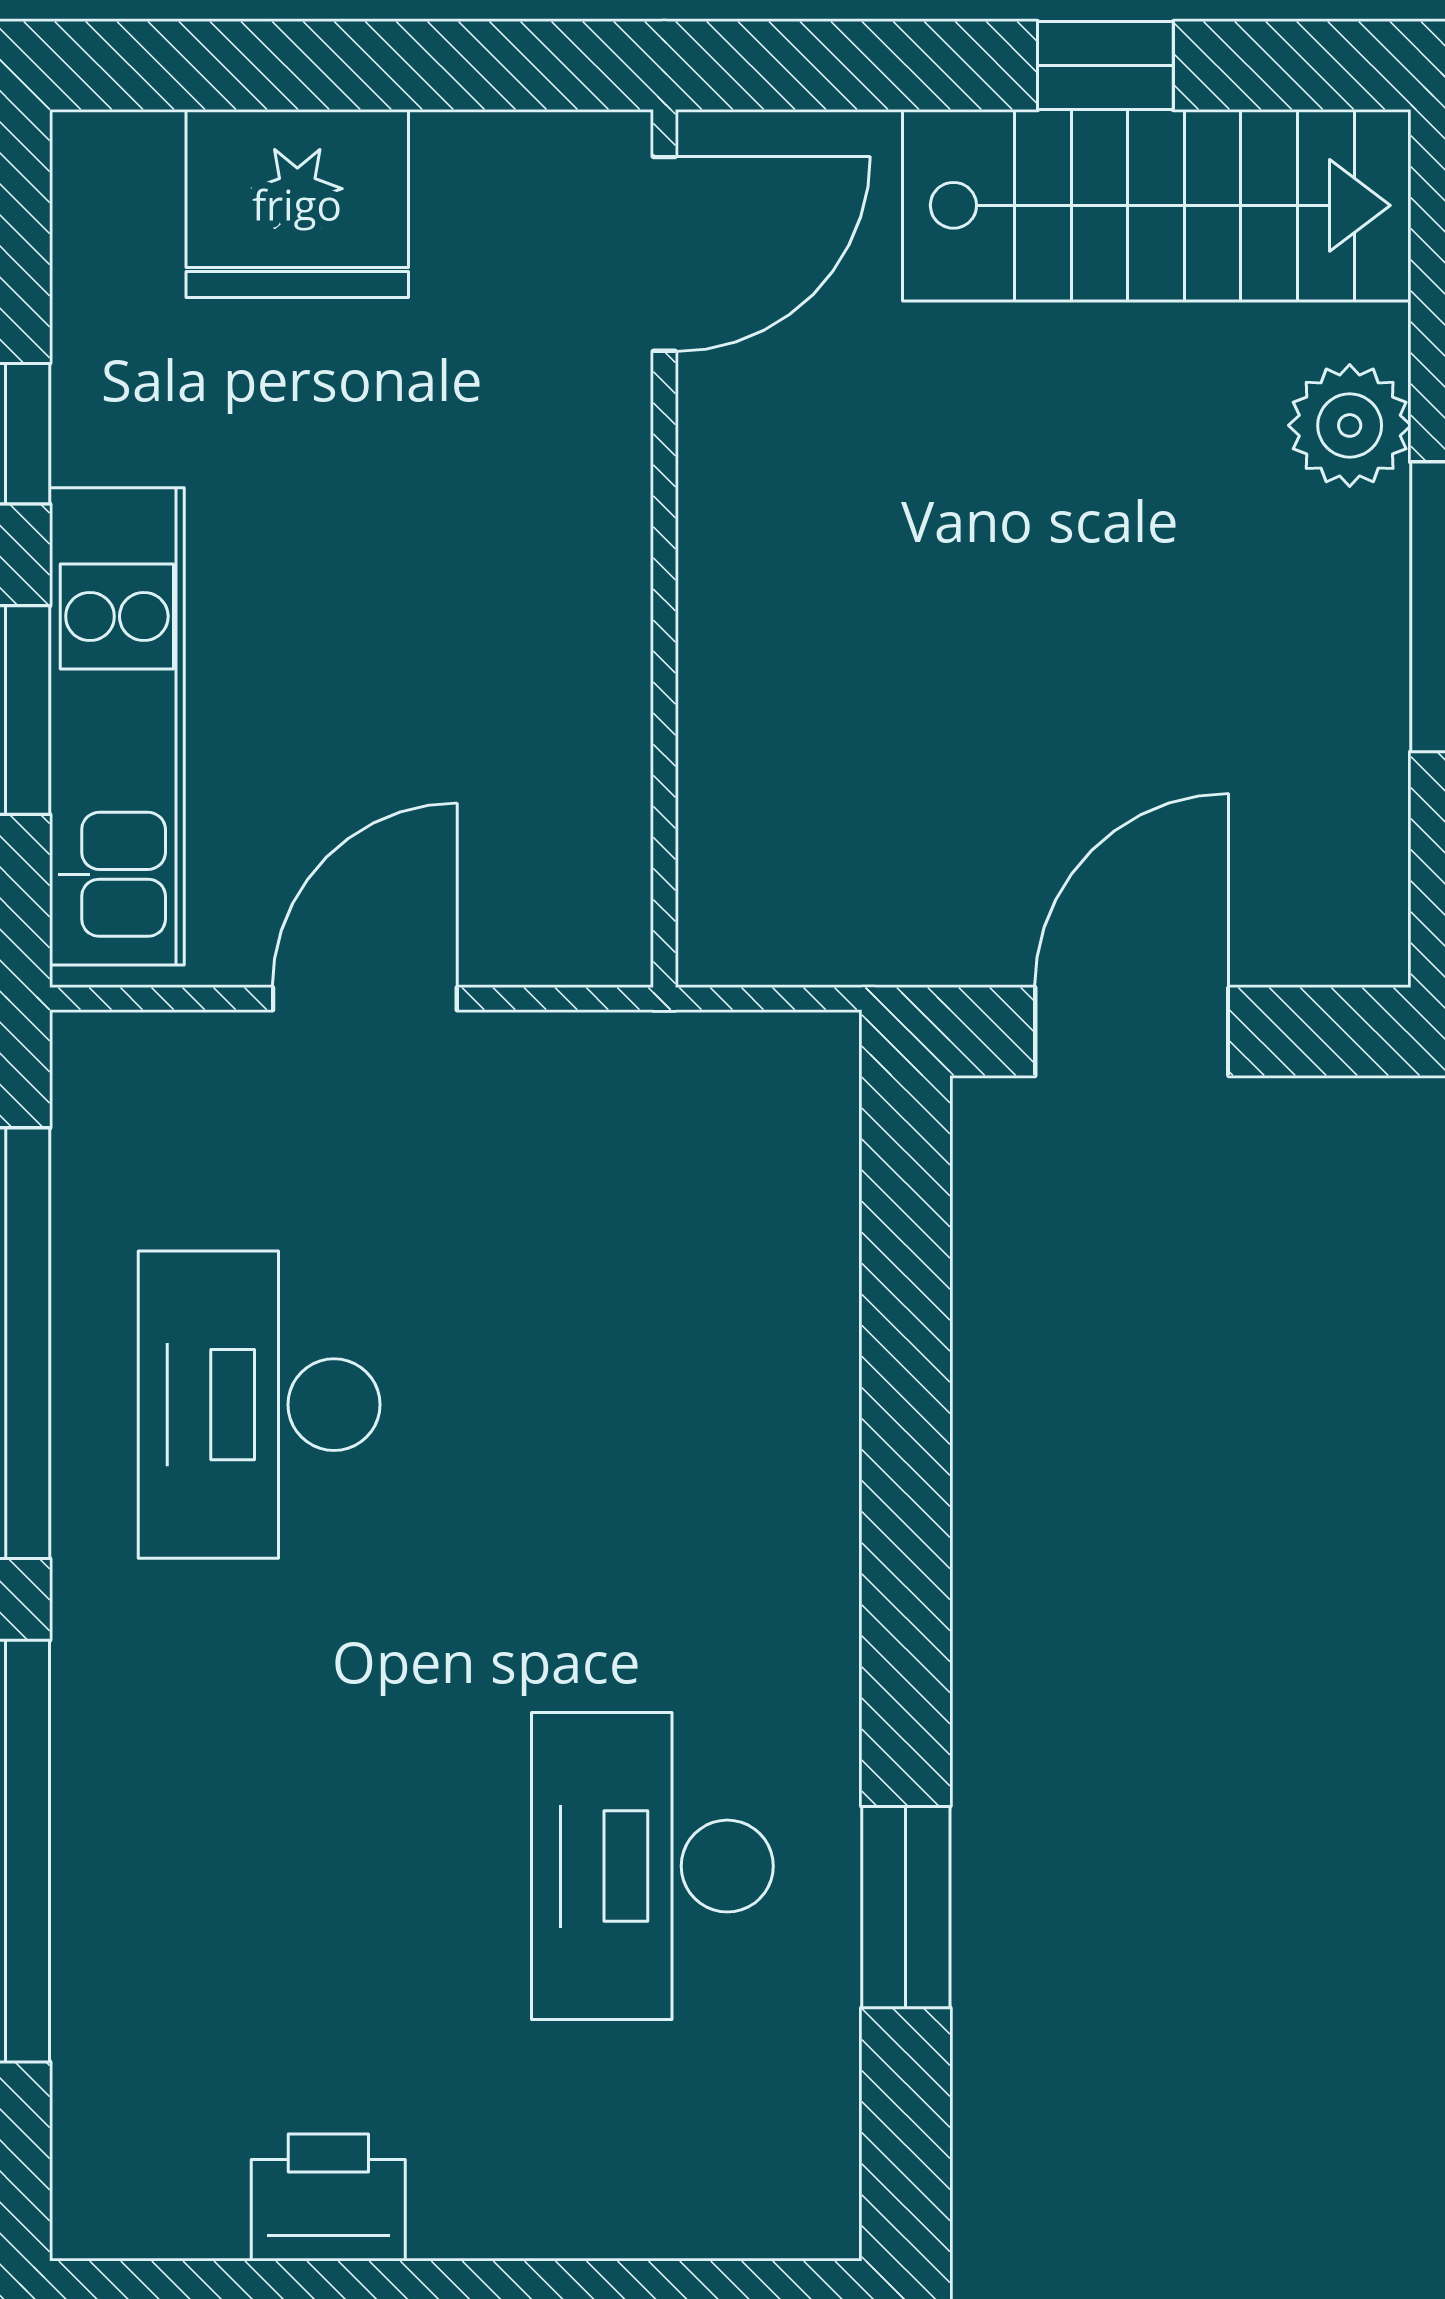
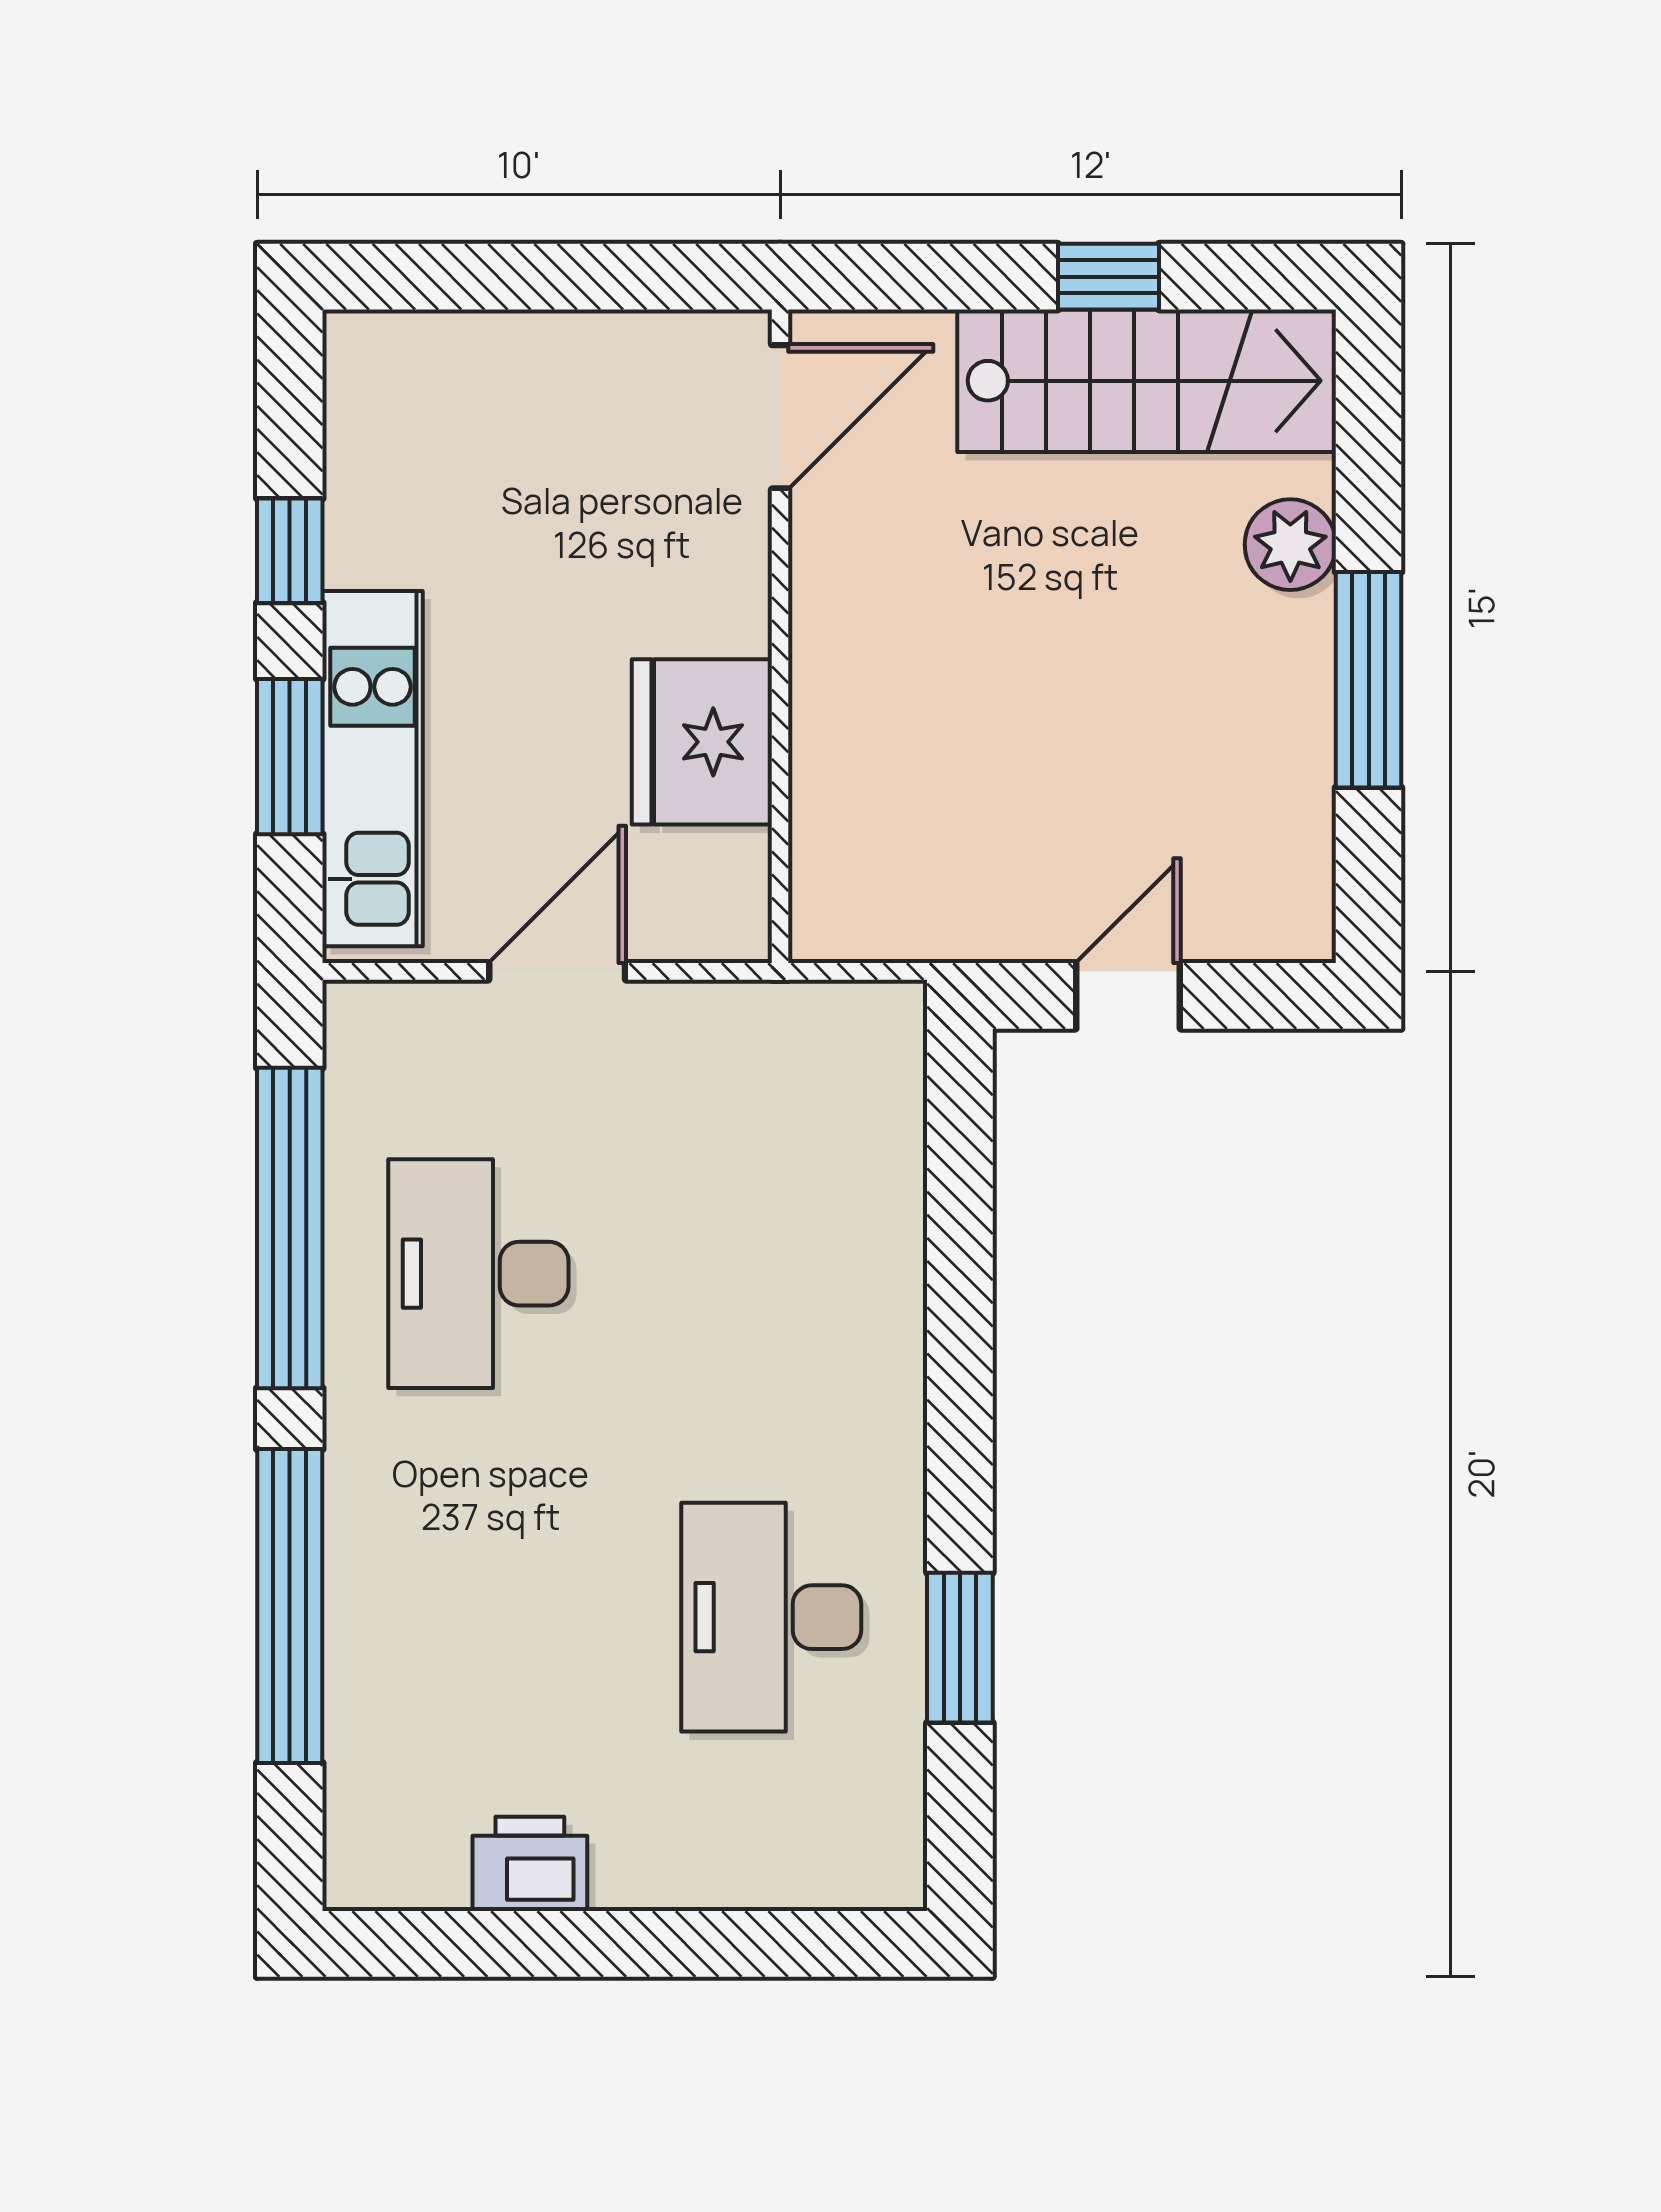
fridge: (297, 204) -> (702, 742), moved, turned 90
door: (1132, 1032) -> (1128, 996), width x0.73

